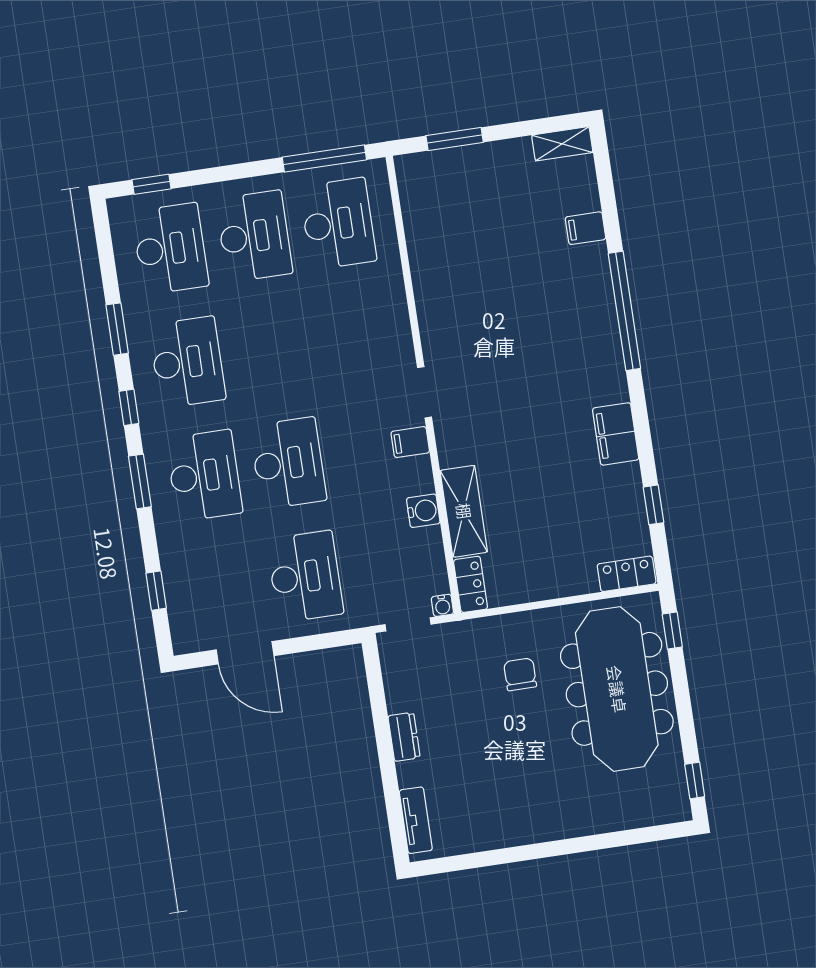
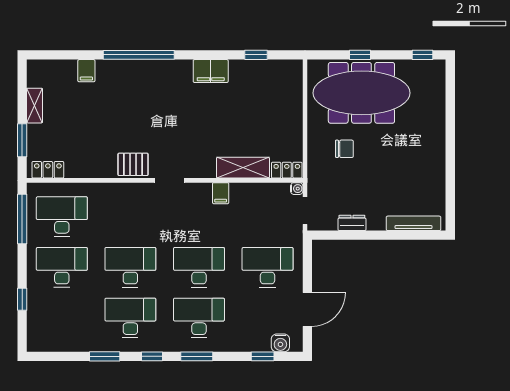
shelving: (562, 144) -> (34, 106), moved
window: (151, 184) -> (22, 299), moved
desk: (170, 249) -> (130, 267), moved
pallet: (442, 329) -> (133, 164), added
filing cabinet: (410, 442) -> (221, 193), moved
water cooler: (423, 511) -> (280, 343), moved, turned 180
locker: (627, 574) -> (48, 170), moved, turned 90
window: (672, 630) -> (360, 55), moved
chair: (520, 674) -> (344, 149), turned 180
dresser: (404, 737) -> (352, 223), moved
tv unit: (416, 820) -> (413, 223), width x1.41

